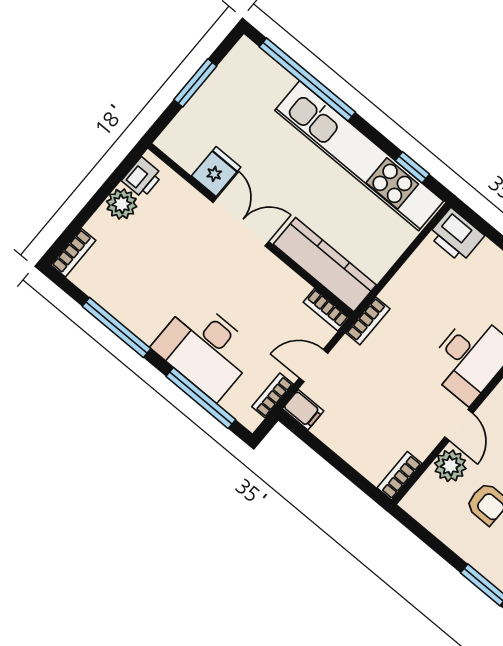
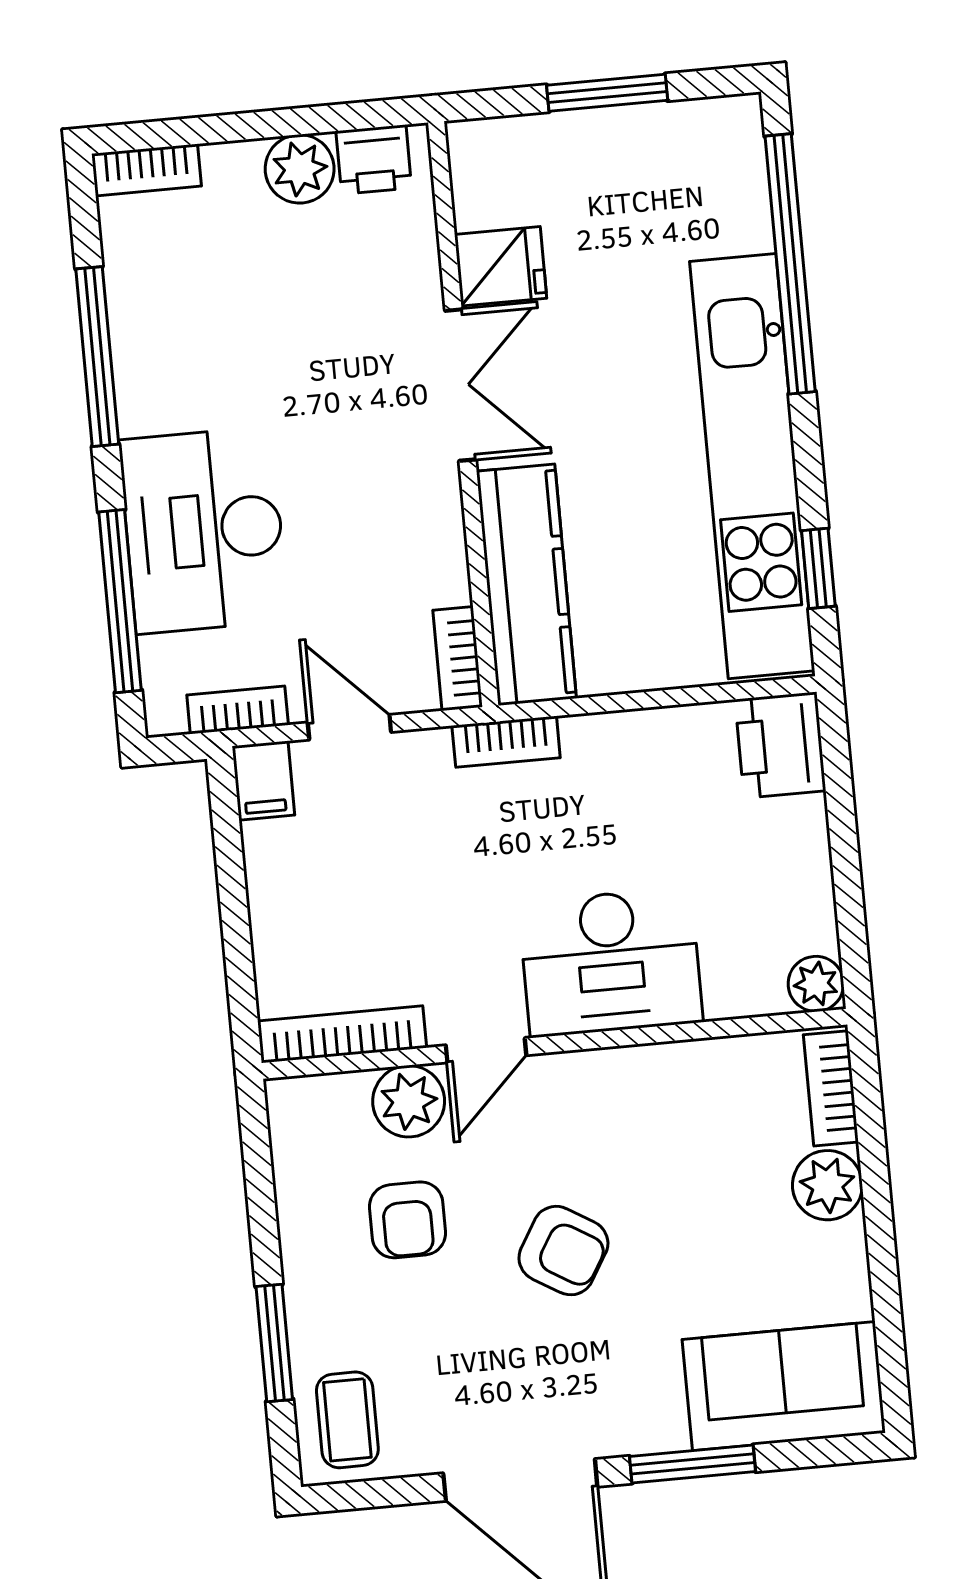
bookcase: (399, 476) -> (342, 1034), width x1.56

